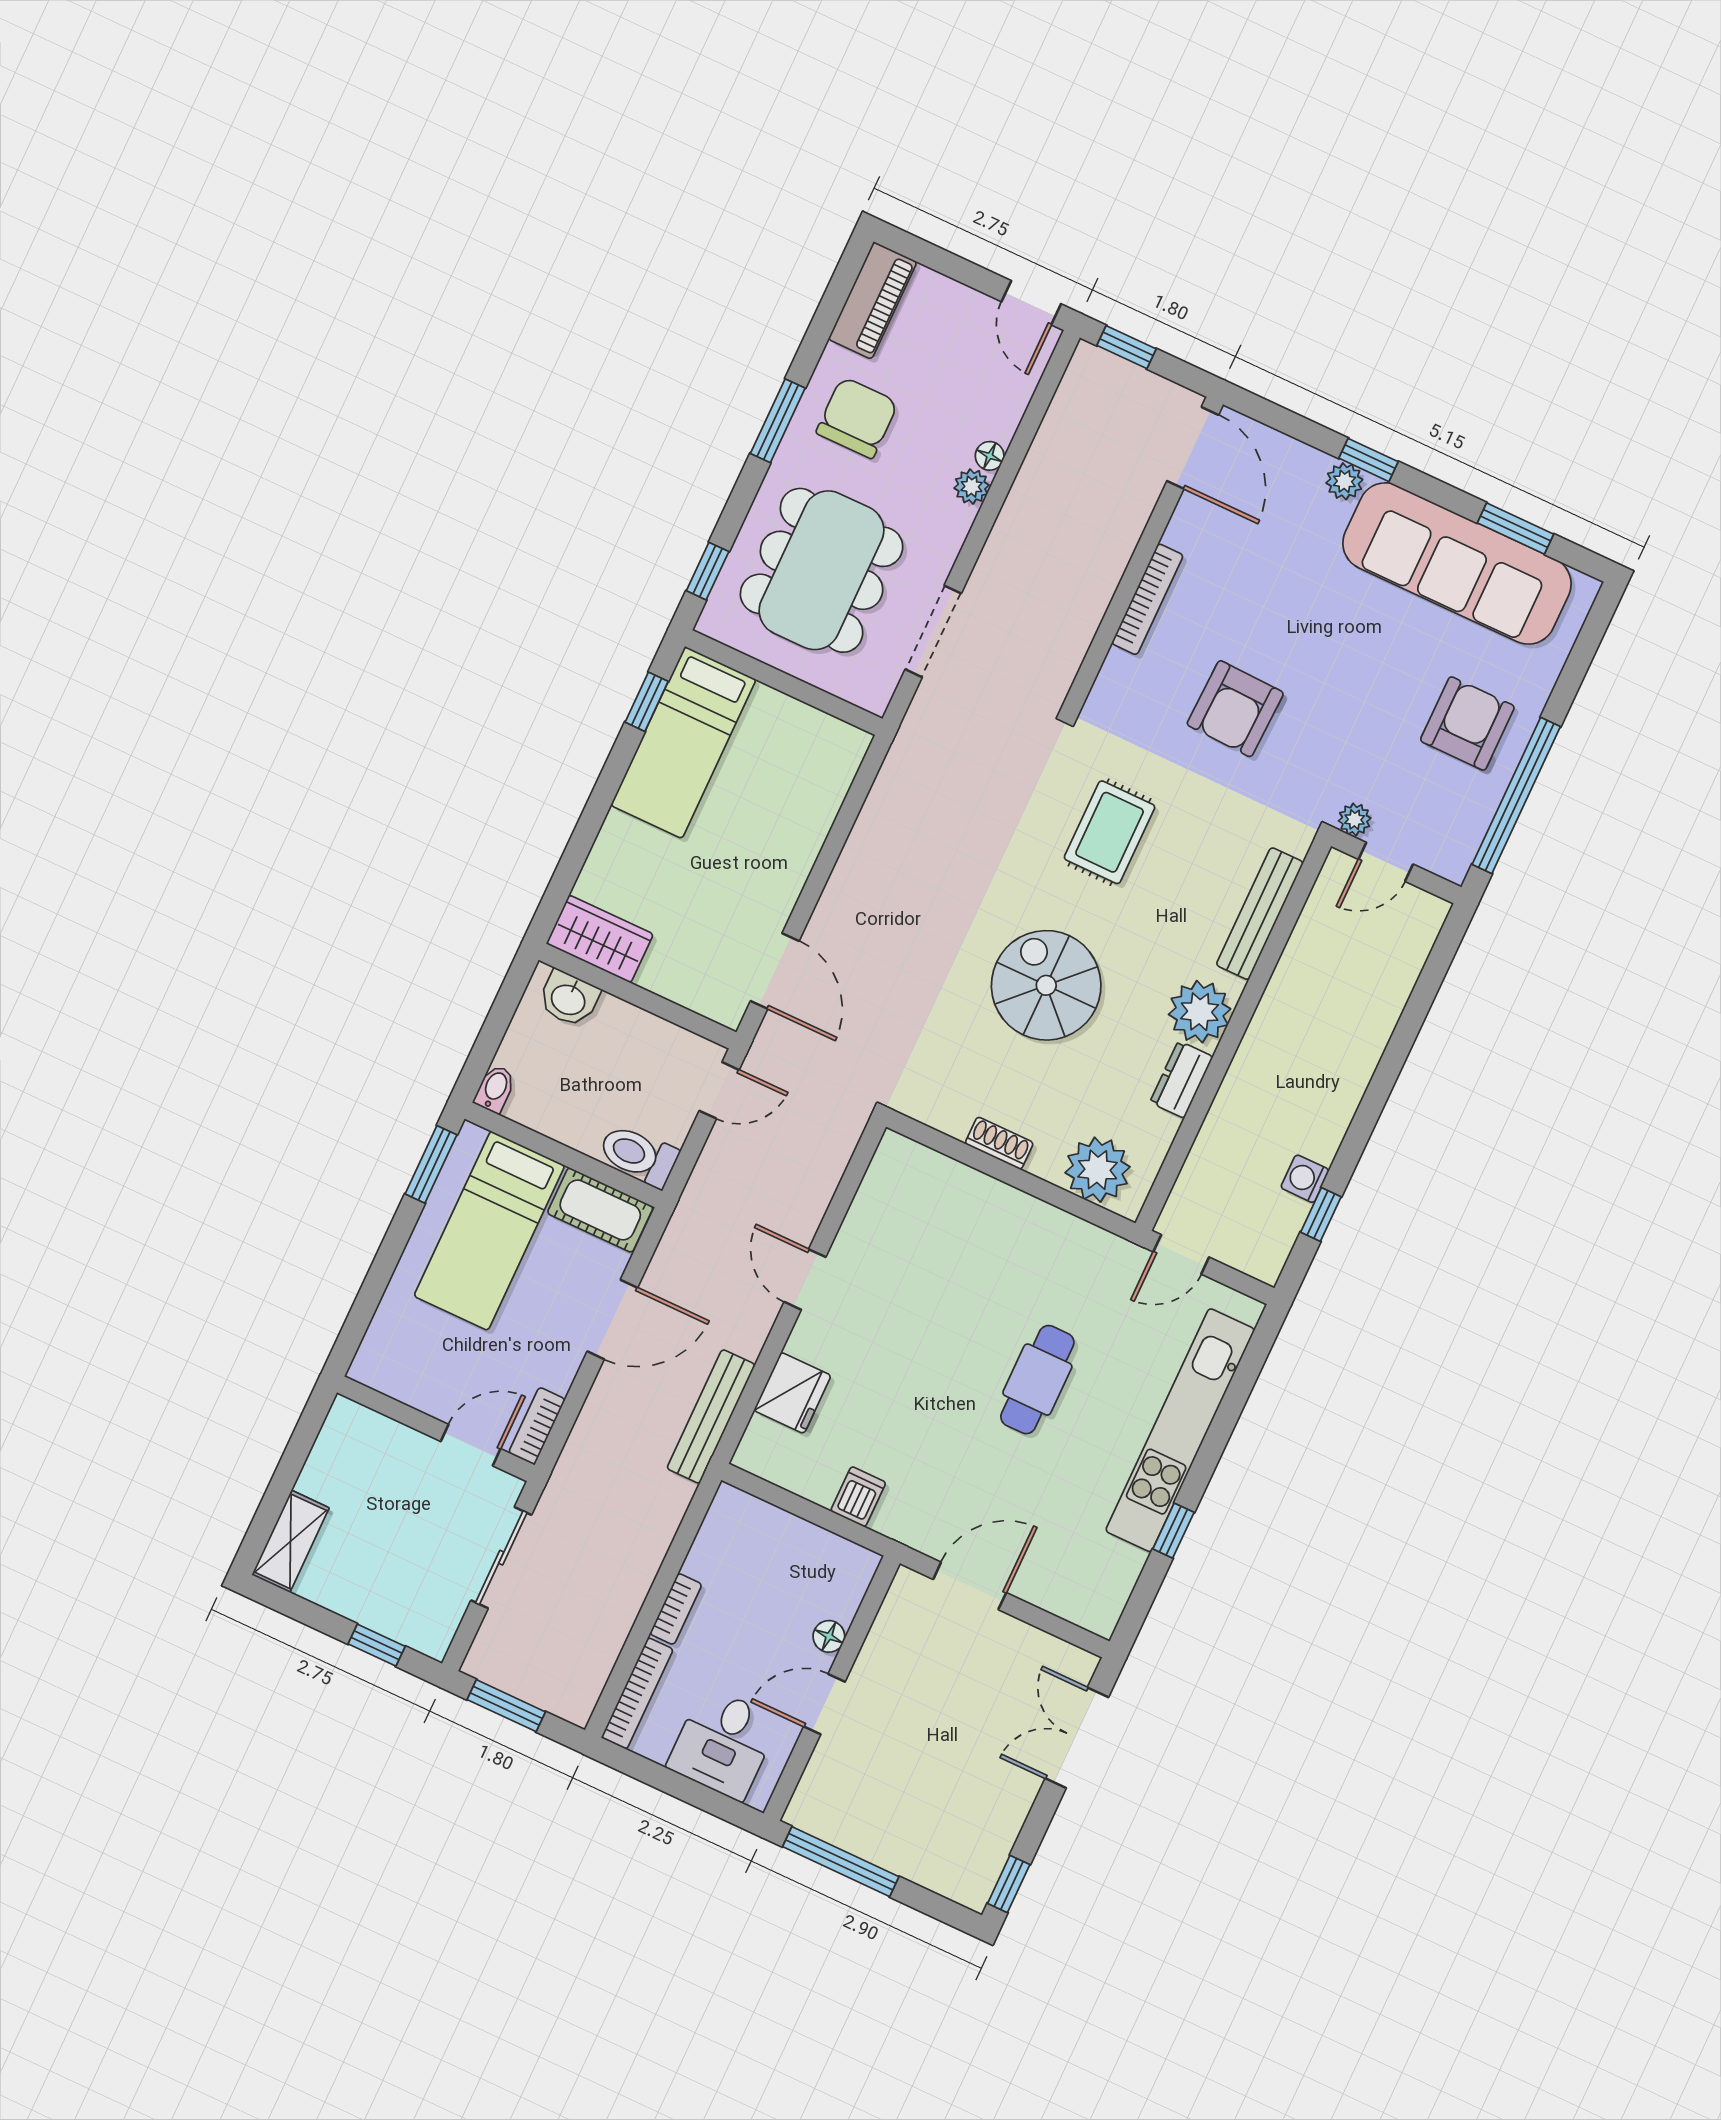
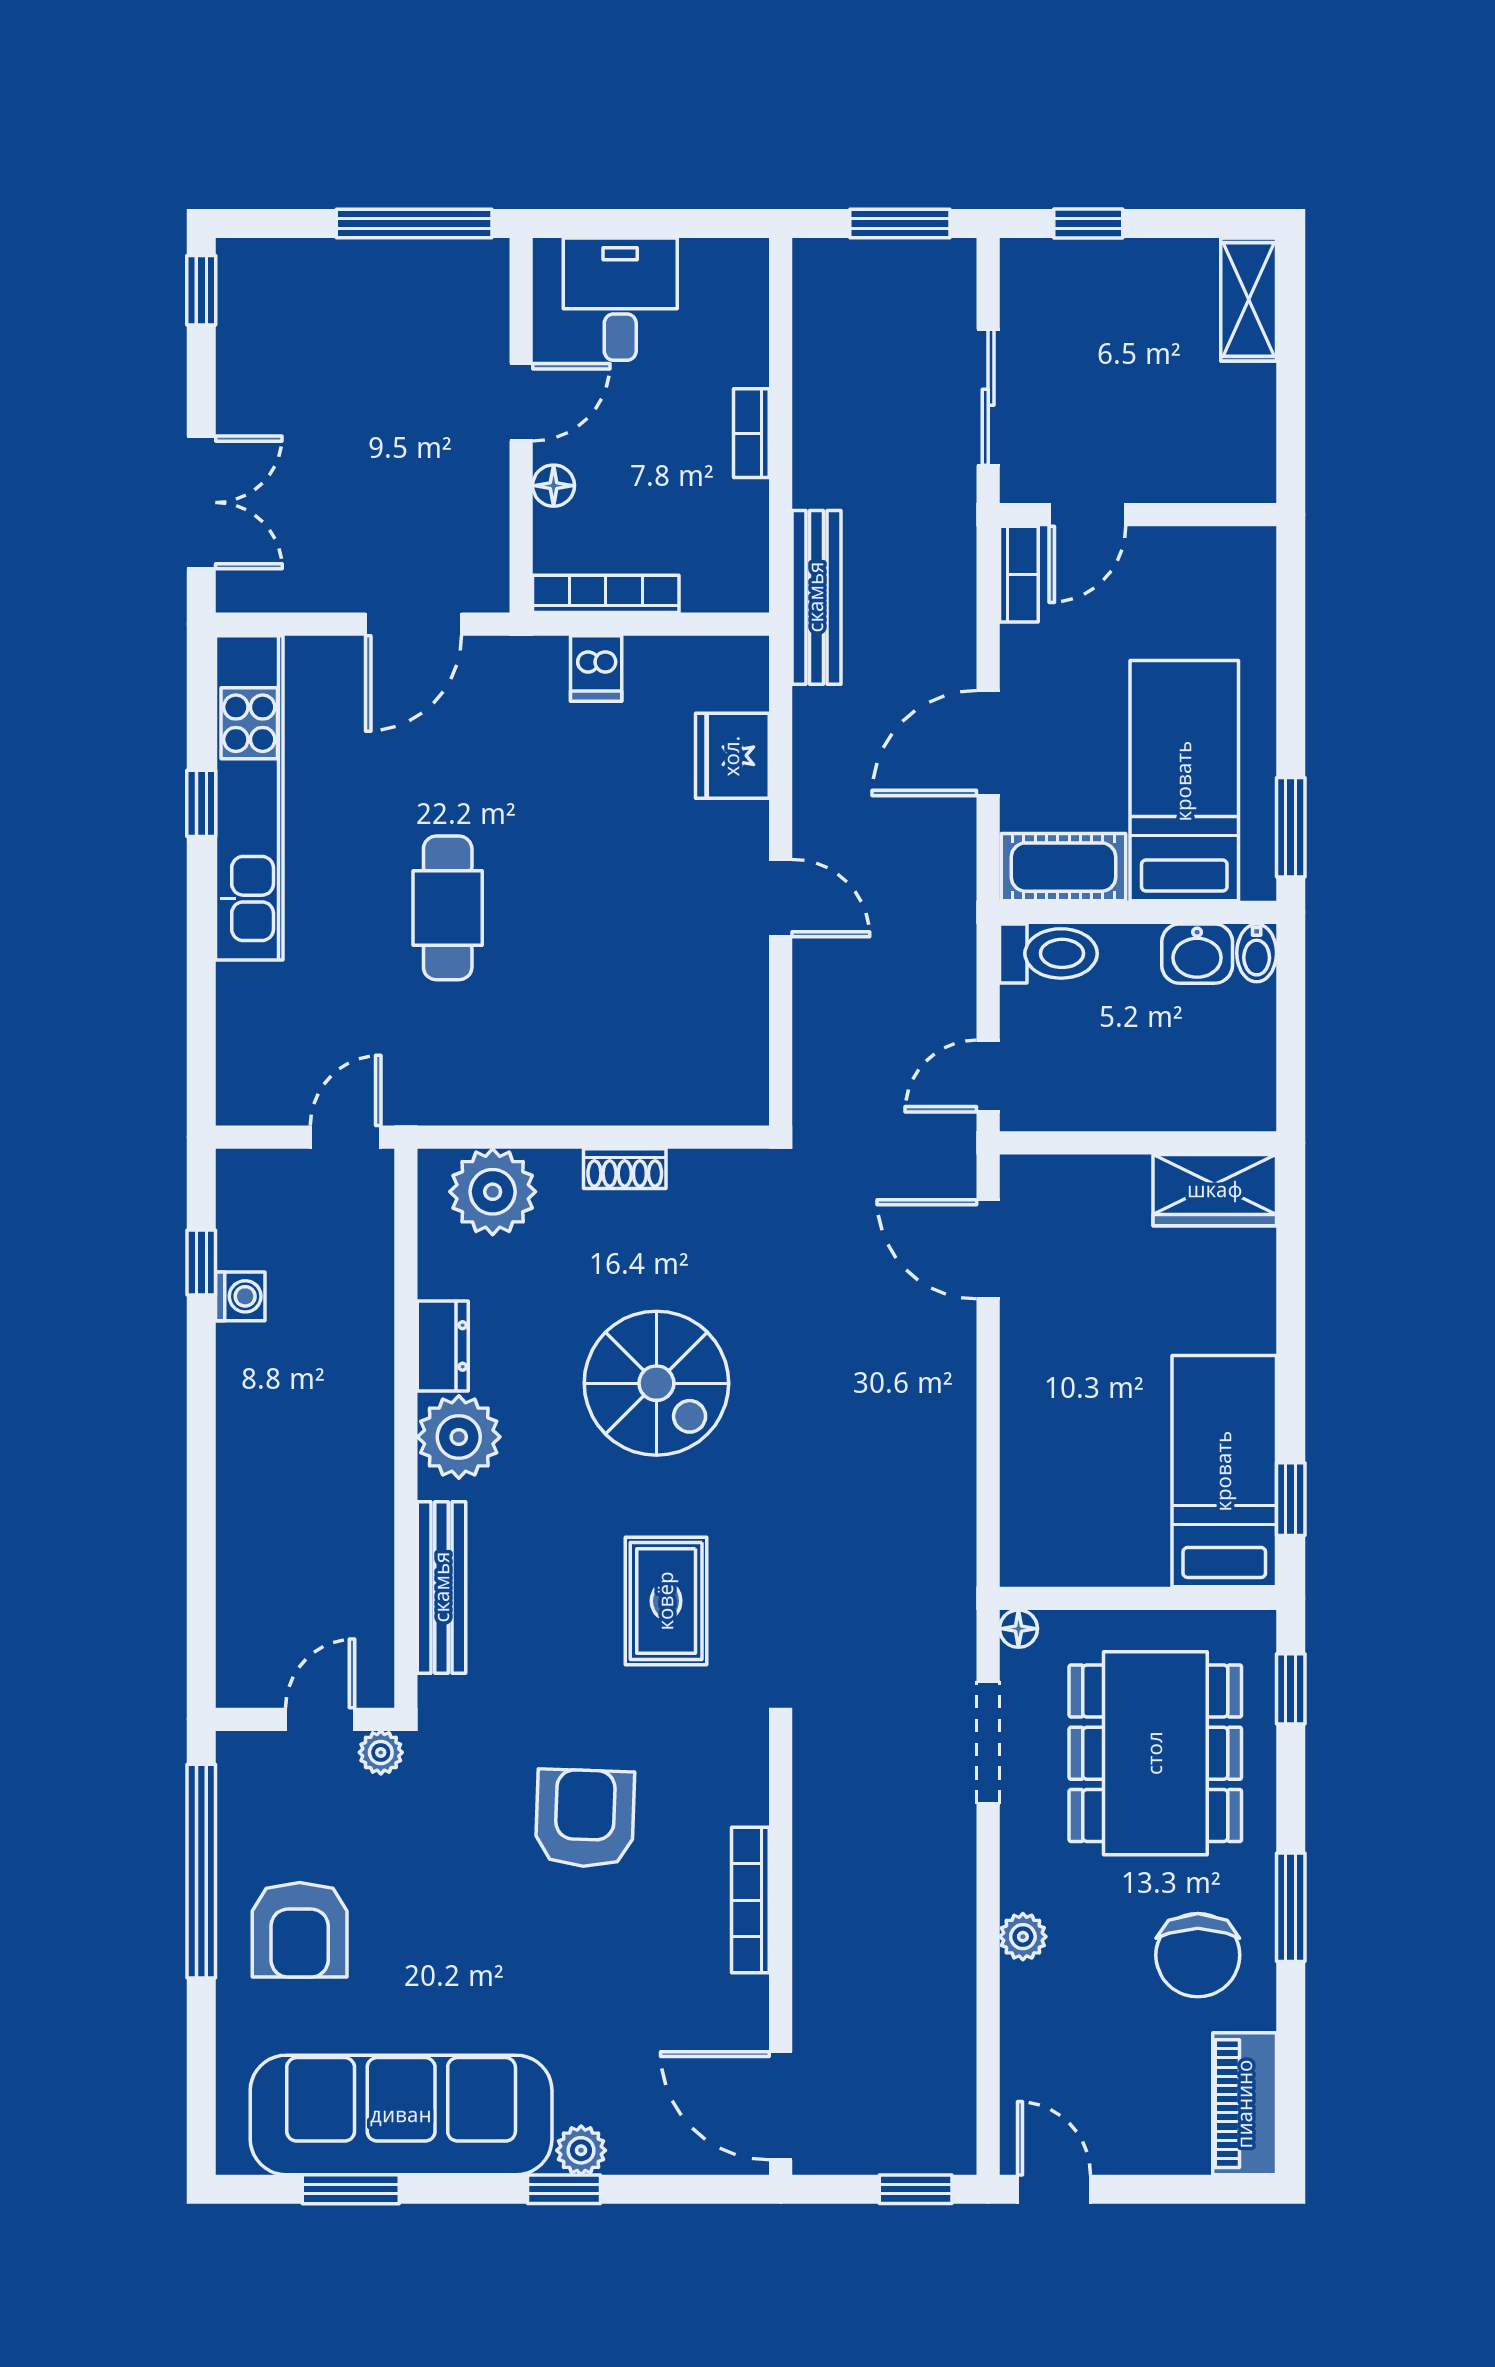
floor lamp: (990, 456) -> (1018, 1629), moved
washbasin: (569, 999) -> (1197, 954), moved, turned 180
bench: (711, 1416) -> (816, 597), moved
kitchen unit: (1180, 1430) -> (249, 798), moved
bookcase: (637, 1693) -> (606, 594), moved, turned 90

